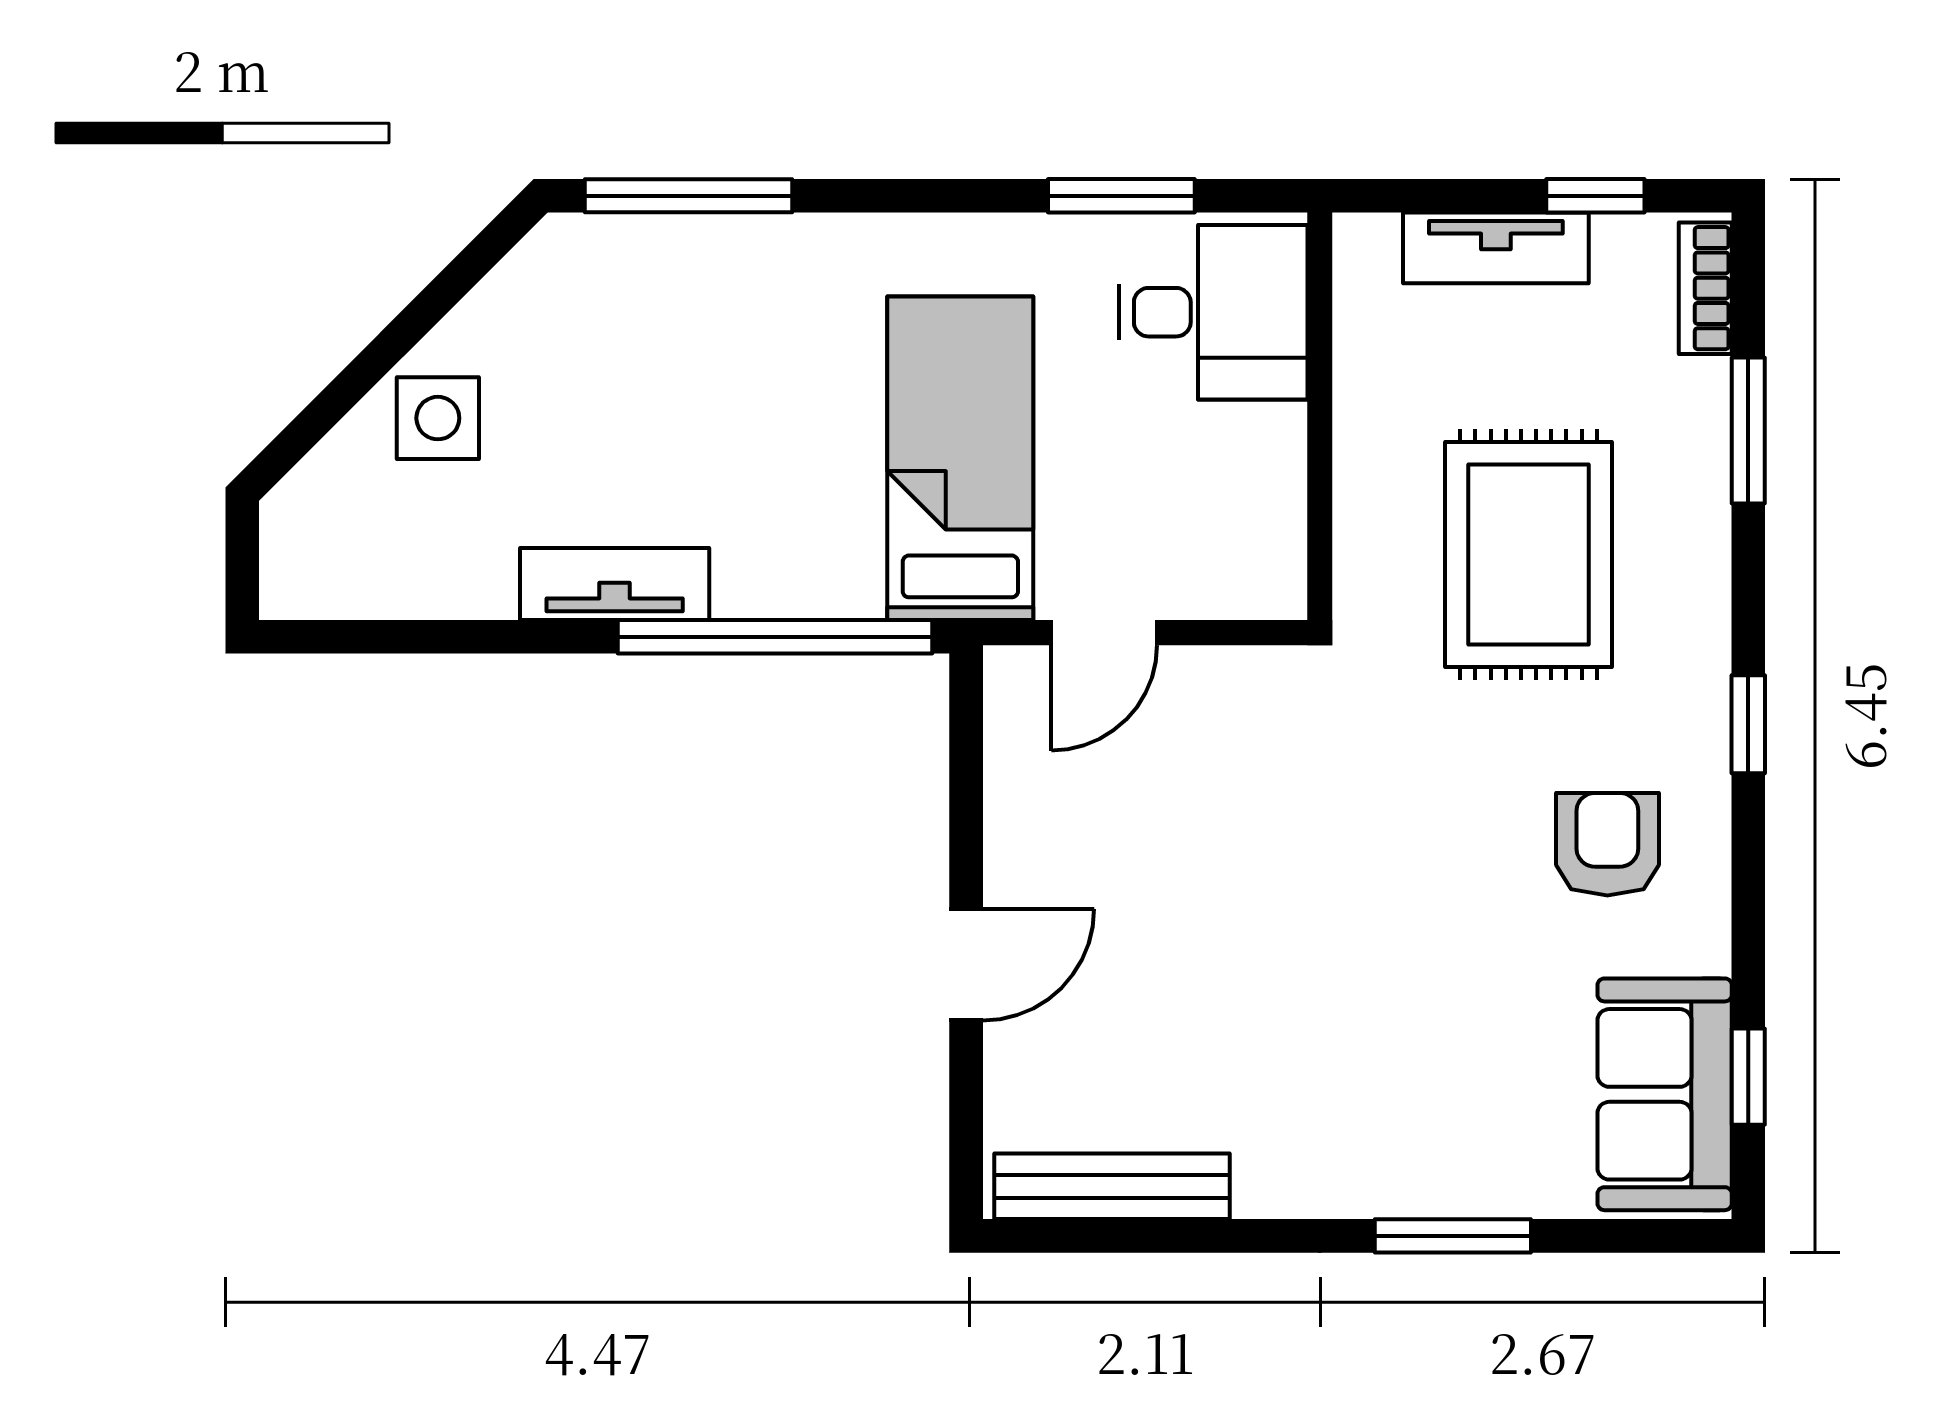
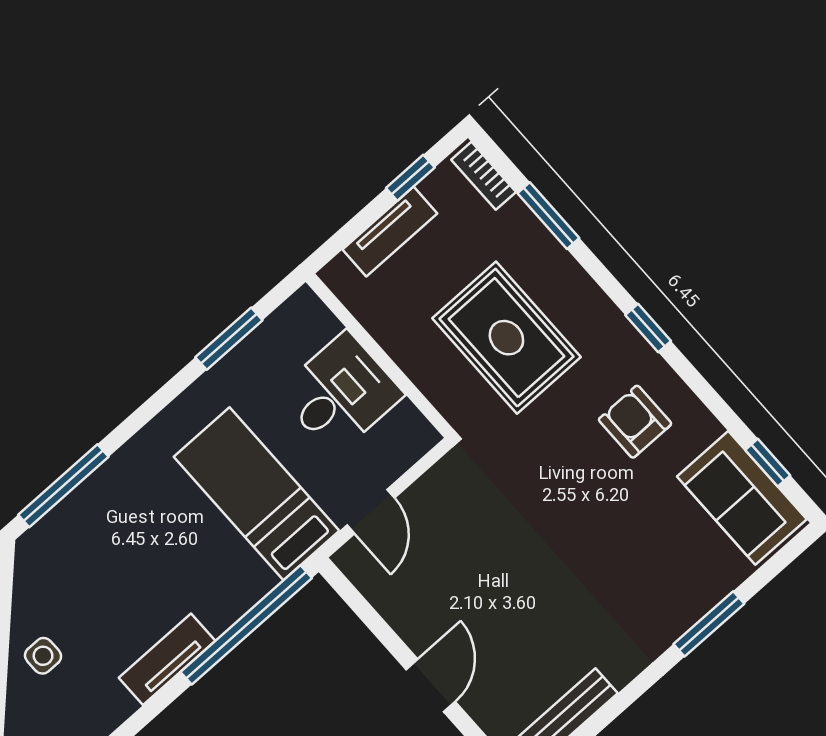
desk: (1213, 312) -> (340, 394), moved
side table: (438, 418) -> (43, 656), width x0.73, depth x0.73

